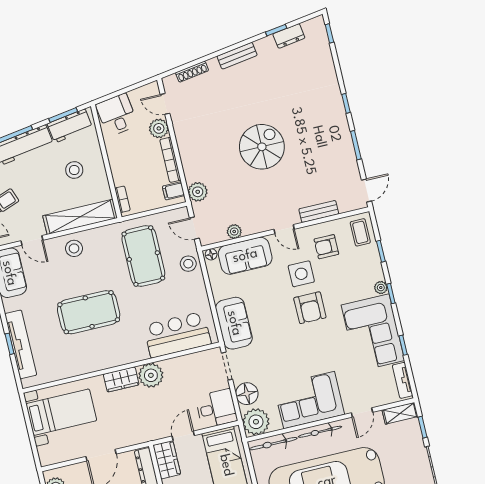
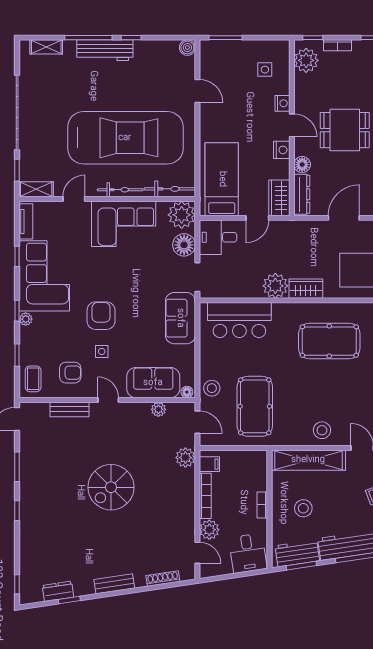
bookcase: (122, 199) -> (262, 505), moved
side table: (301, 274) -> (102, 351), width x0.54, depth x0.54
pool table: (89, 312) -> (329, 341), moved

